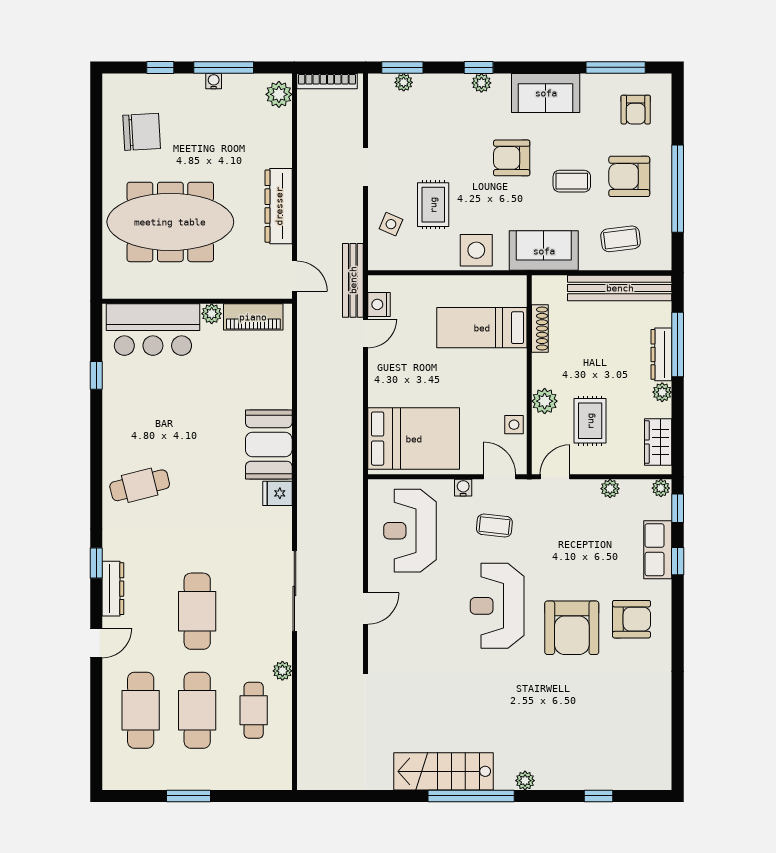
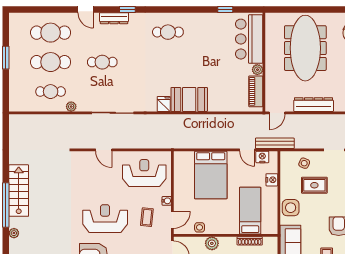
nightstand: (423, 286) -> (272, 180), added
bed: (414, 439) -> (211, 175), moved
cafe table: (140, 485) -> (168, 32), turned -76
cafe table: (197, 611) -> (102, 62), width x0.73, depth x0.74

